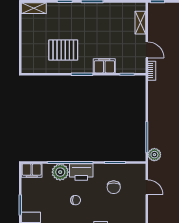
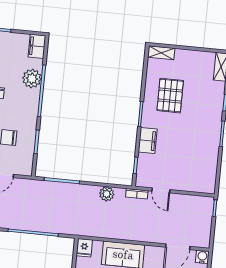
shelving: (140, 23) -> (161, 53), moved
door: (147, 50) -> (161, 190), hinge flipped
plant: (154, 155) -> (107, 194), moved
printer: (81, 172) -> (30, 102), removed

